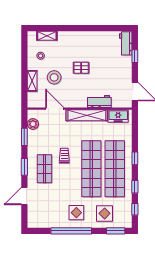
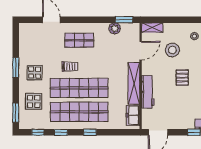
shelving: (32, 81) -> (152, 28), moved
workbench: (99, 101) -> (148, 92), width x1.38
plant: (33, 124) -> (115, 28), moved
window: (24, 137) -> (124, 20), moved
trolley: (64, 156) -> (70, 67), moved
window: (24, 167) -> (81, 20), removed
window: (71, 231) -> (16, 68), width x0.47

